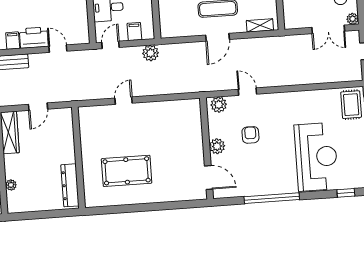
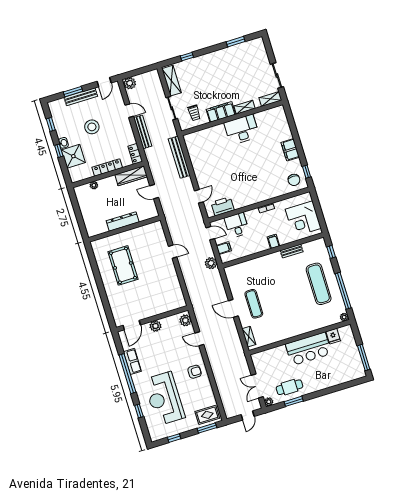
printer: (34, 38) -> (223, 206), moved, turned -90
filing cabinet: (13, 41) -> (197, 163), removed
door: (247, 92) -> (199, 339), swing flipped
armchair: (250, 135) -> (195, 372), moved
reception desk: (316, 157) -> (164, 399), turned 90
dresser: (70, 185) -> (123, 221), moved
row of seats: (257, 188) -> (132, 361), added
window: (346, 193) -> (139, 411), moved

